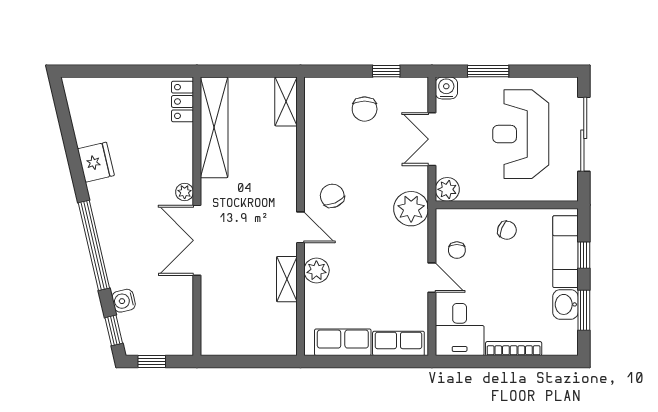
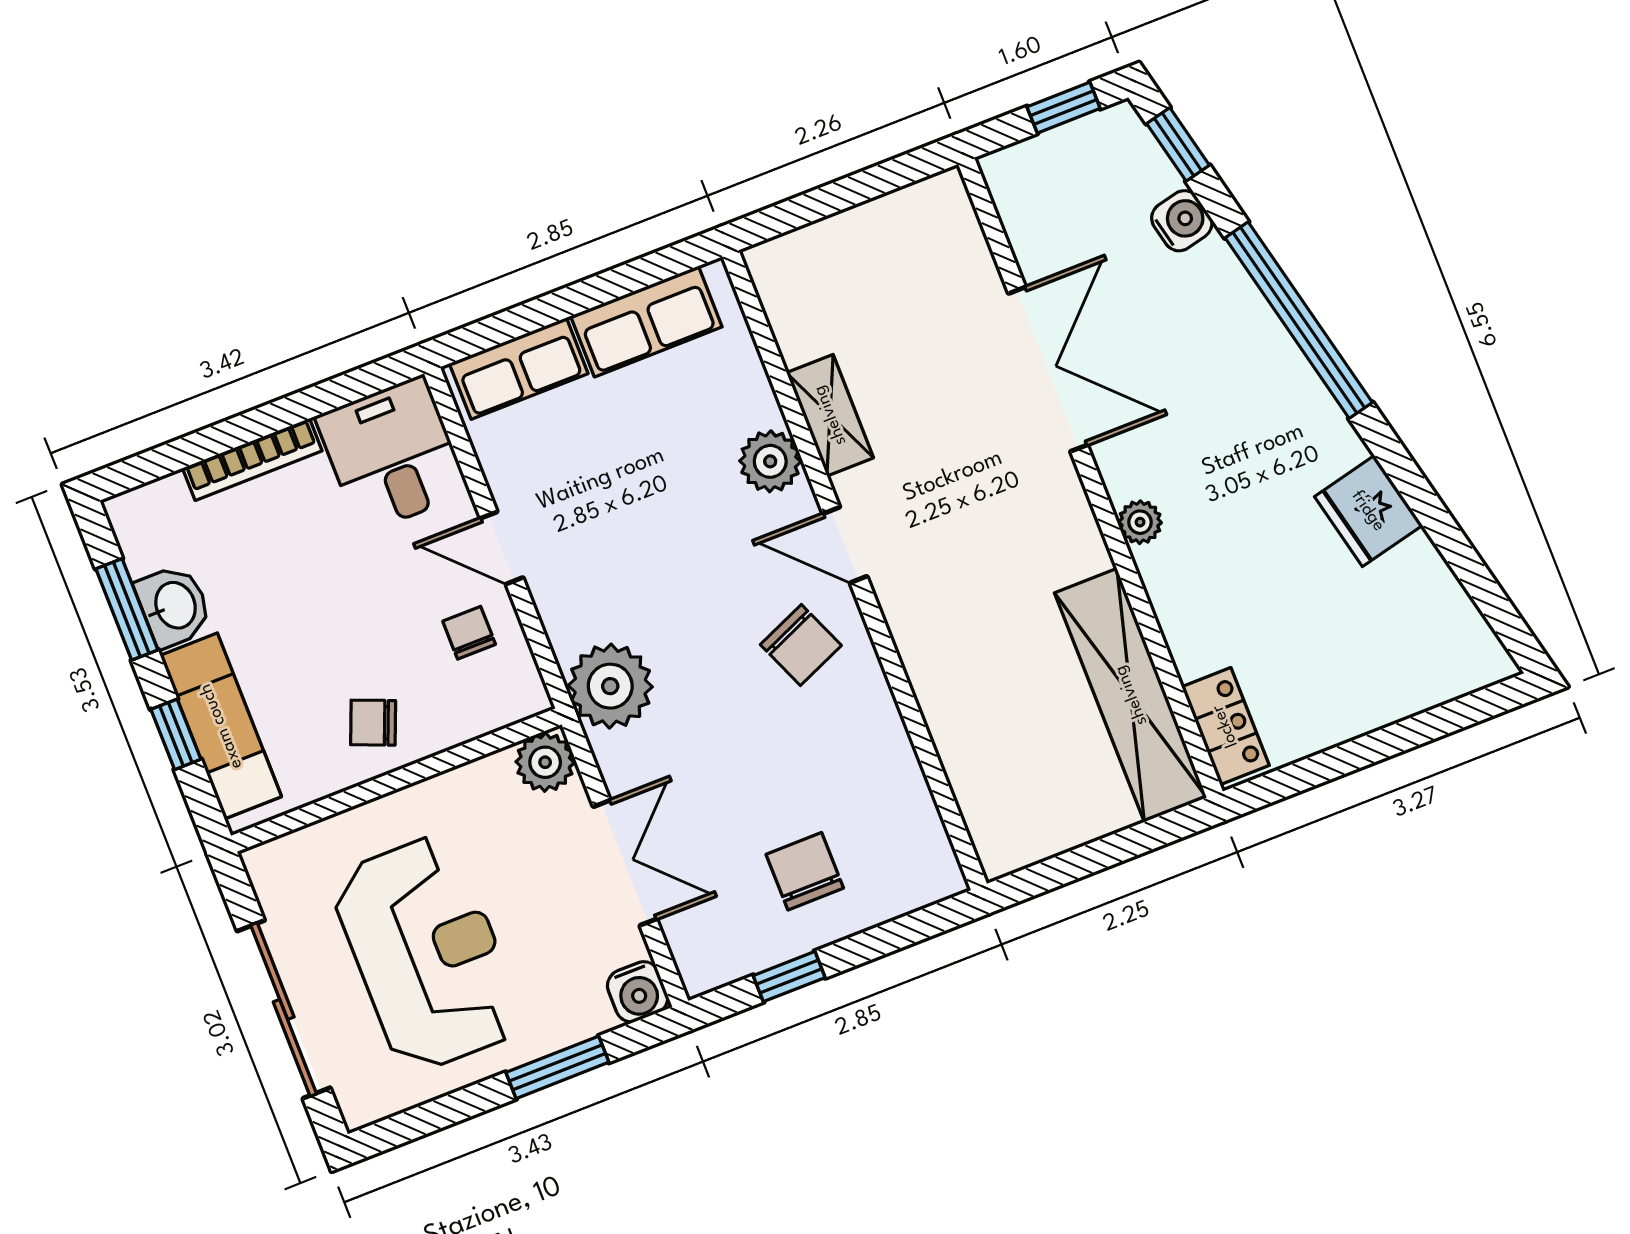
shelving: (286, 102) -> (990, 818), removed
double door: (197, 240) -> (1048, 369), moved

